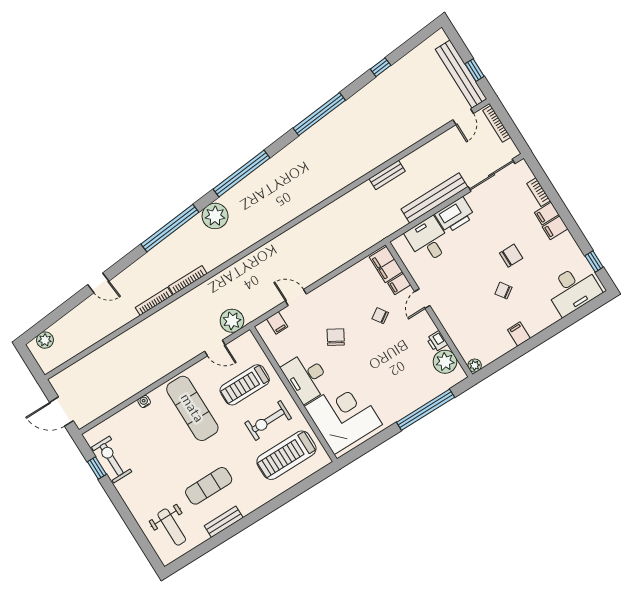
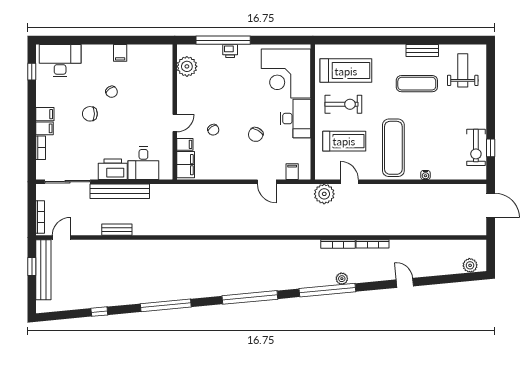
bench: (387, 175) -> (117, 230), moved
plant: (215, 216) -> (342, 279), moved, width x0.53, depth x0.53
printer: (437, 341) -> (230, 51), moved, turned 90
plant: (475, 365) -> (167, 50), removed

